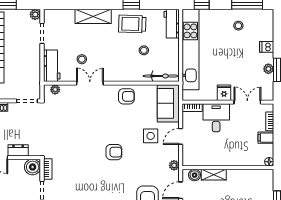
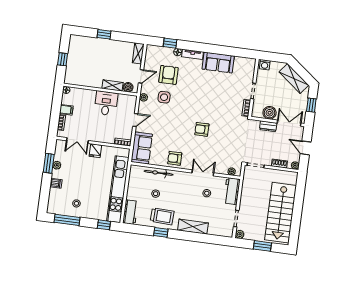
bicycle: (161, 76) -> (159, 173), moved
double door: (90, 83) -> (203, 173), swing flipped
desk: (216, 118) -> (106, 103), moved, turned 180
side table: (151, 136) -> (164, 97), moved
armchair: (114, 152) -> (202, 129), moved
boiler: (33, 167) -> (270, 113), moved

